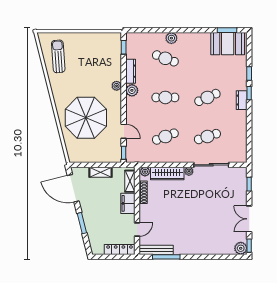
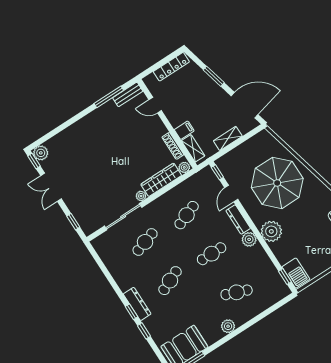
plant: (171, 38) -> (228, 326), moved
barbecue: (114, 45) -> (296, 273), added
dresser: (131, 71) -> (238, 220), moved
plant: (117, 86) -> (271, 231), width x1.88, depth x1.88
dresser: (242, 100) -> (137, 304), width x1.44
door: (124, 131) -> (231, 194), hinge flipped
filing cabinet: (128, 203) -> (184, 130), width x0.50
double door: (249, 219) -> (51, 187), swing flipped
door: (137, 229) -> (155, 105), hinge flipped
locker: (120, 249) -> (171, 67), moved
bench: (156, 250) -> (128, 94), width x0.73

